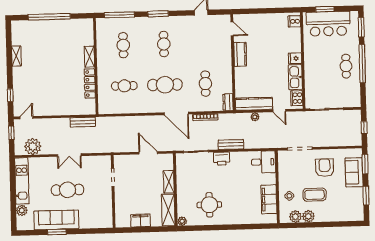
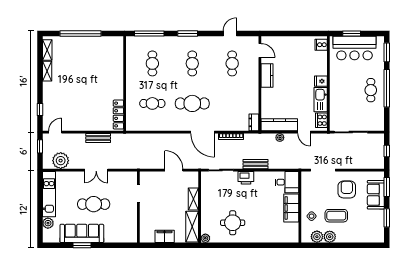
shelving: (89, 57) -> (47, 50), moved
locker: (90, 83) -> (118, 115), moved
cafe table: (205, 84) -> (232, 63), moved
bench: (83, 122) -> (98, 138), moved
filing cabinet: (269, 199) -> (291, 208), moved

